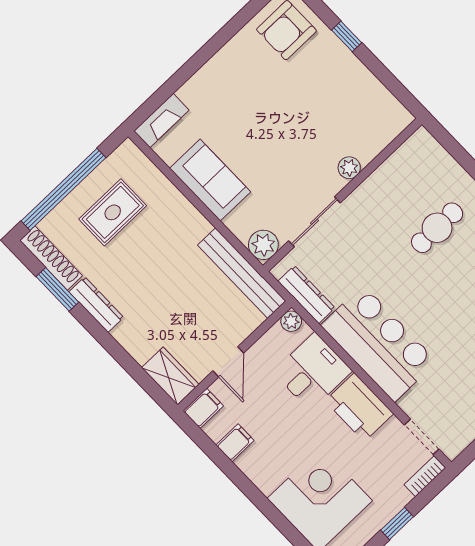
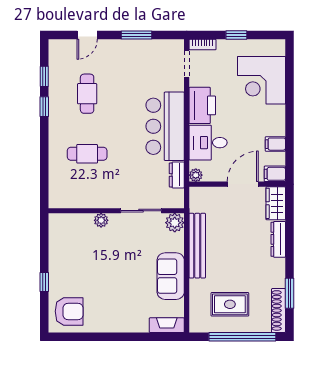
bench: (242, 273) -> (197, 246), moved
dresser: (306, 295) -> (177, 175), width x0.70
dresser: (96, 305) -> (278, 239), moved
door: (228, 362) -> (243, 184), width x1.38

